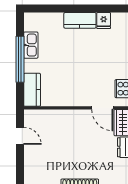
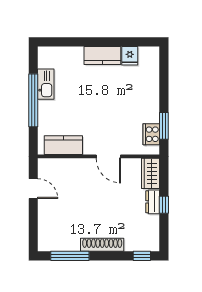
kitchen counter: (32, 90) -> (63, 145), moved, turned -90
door: (102, 108) -> (108, 156), moved

